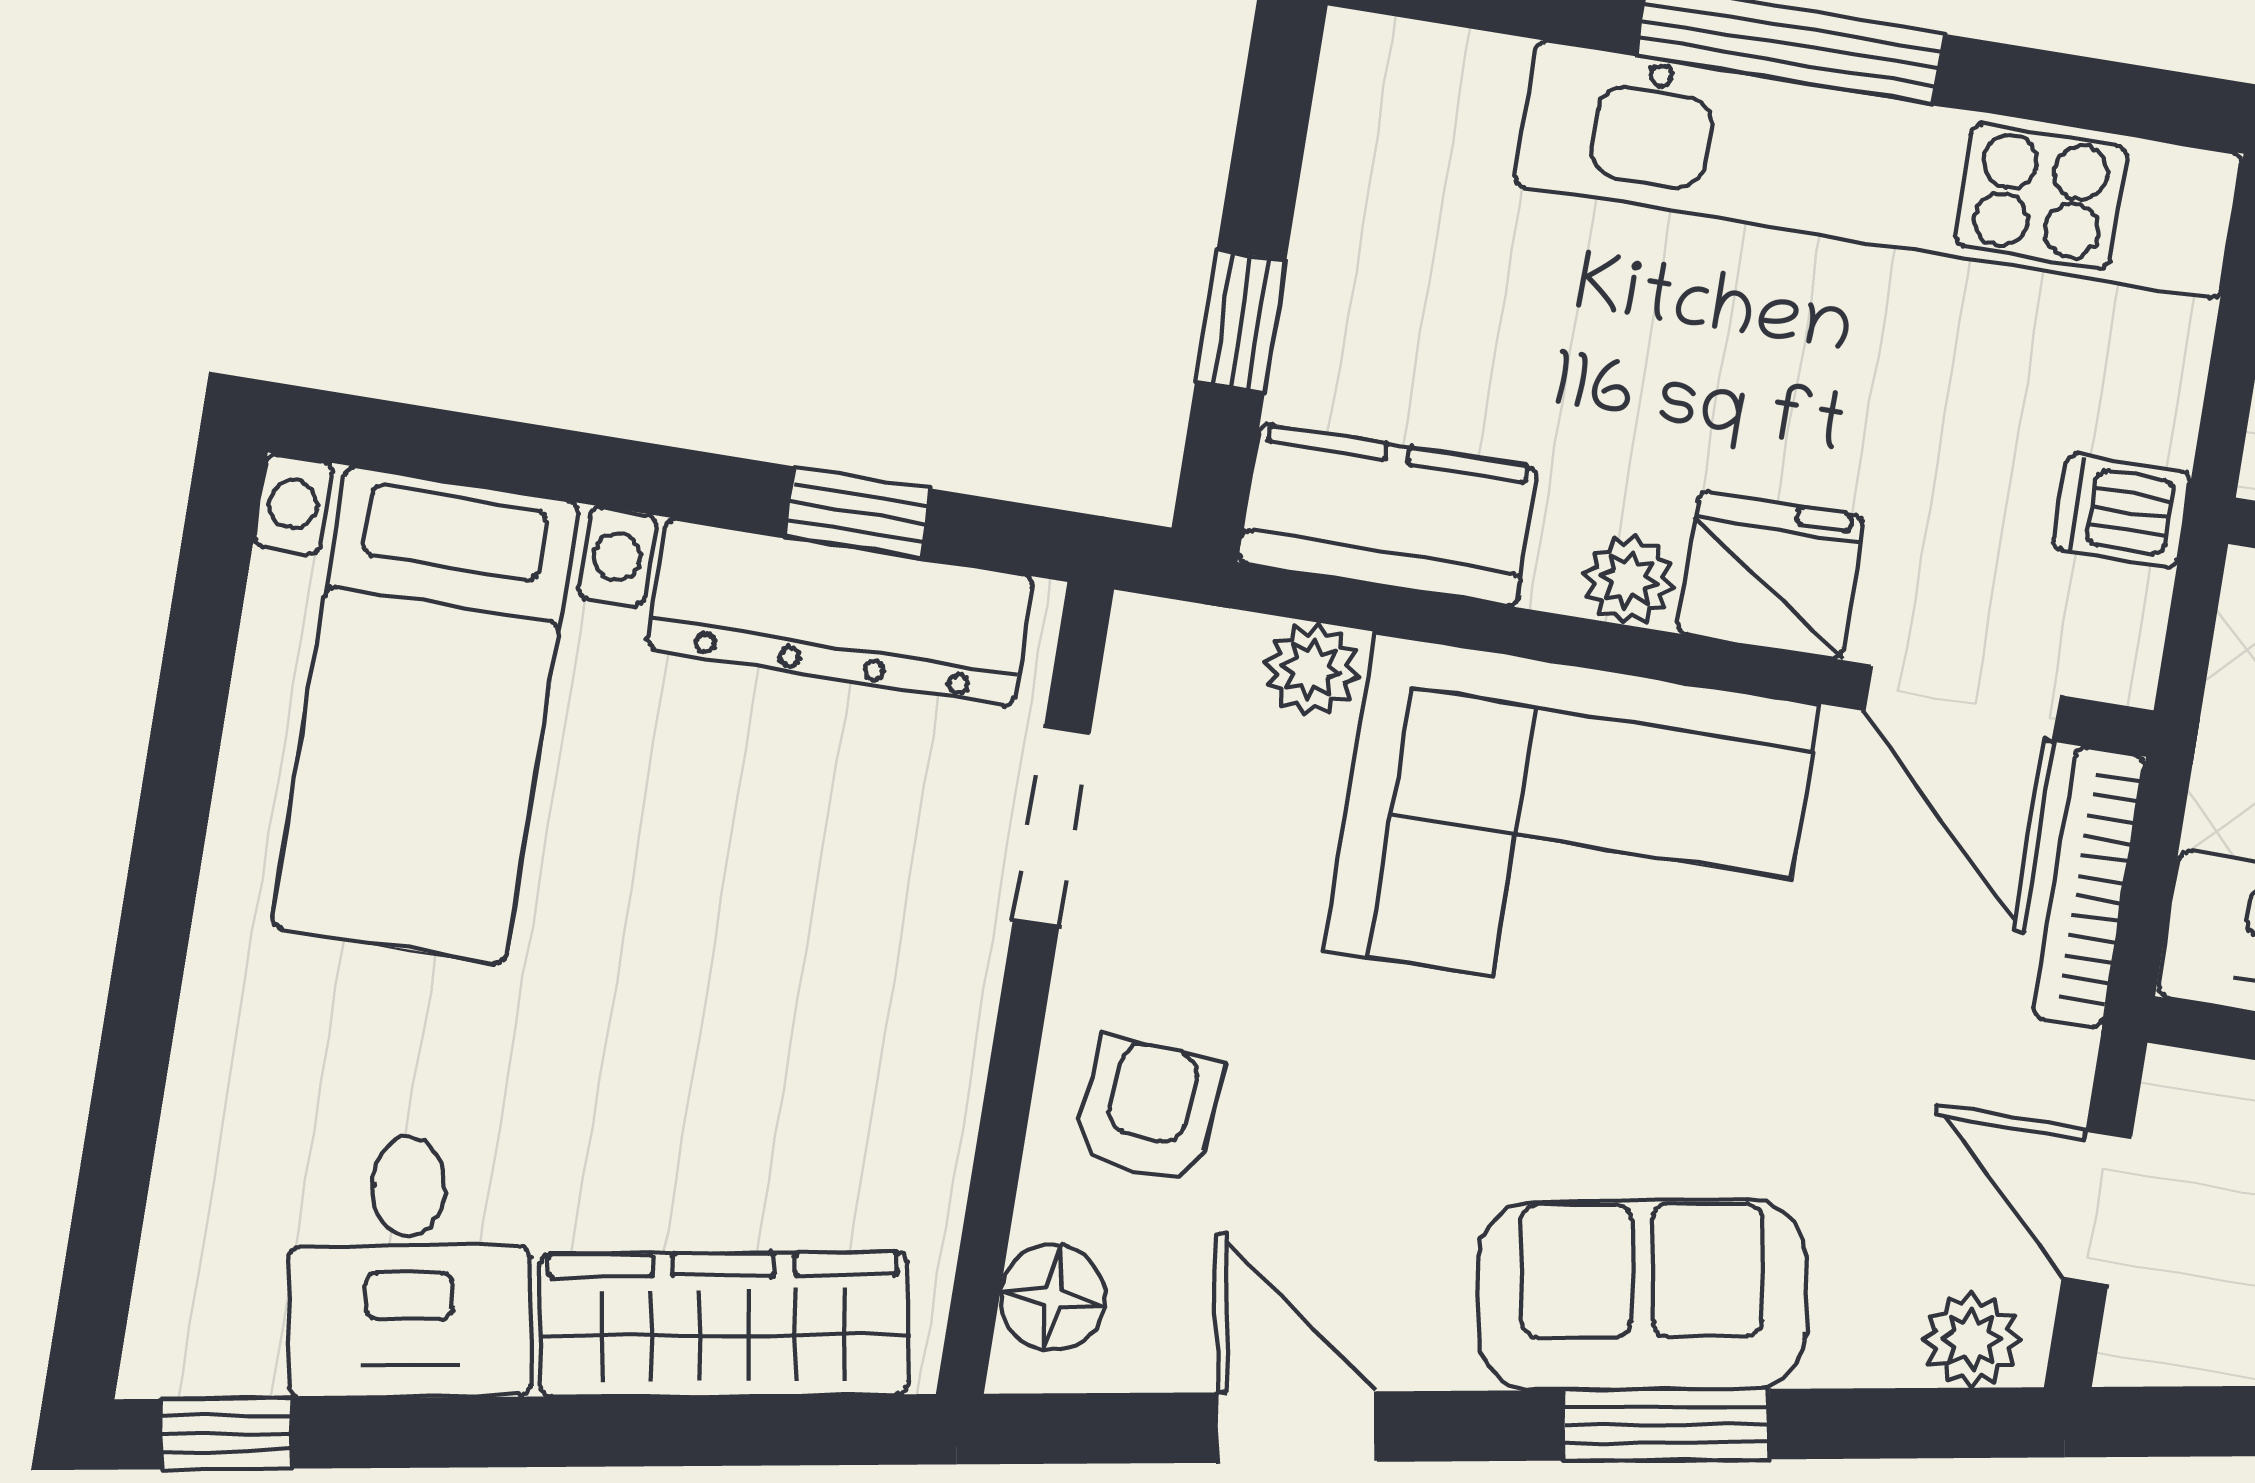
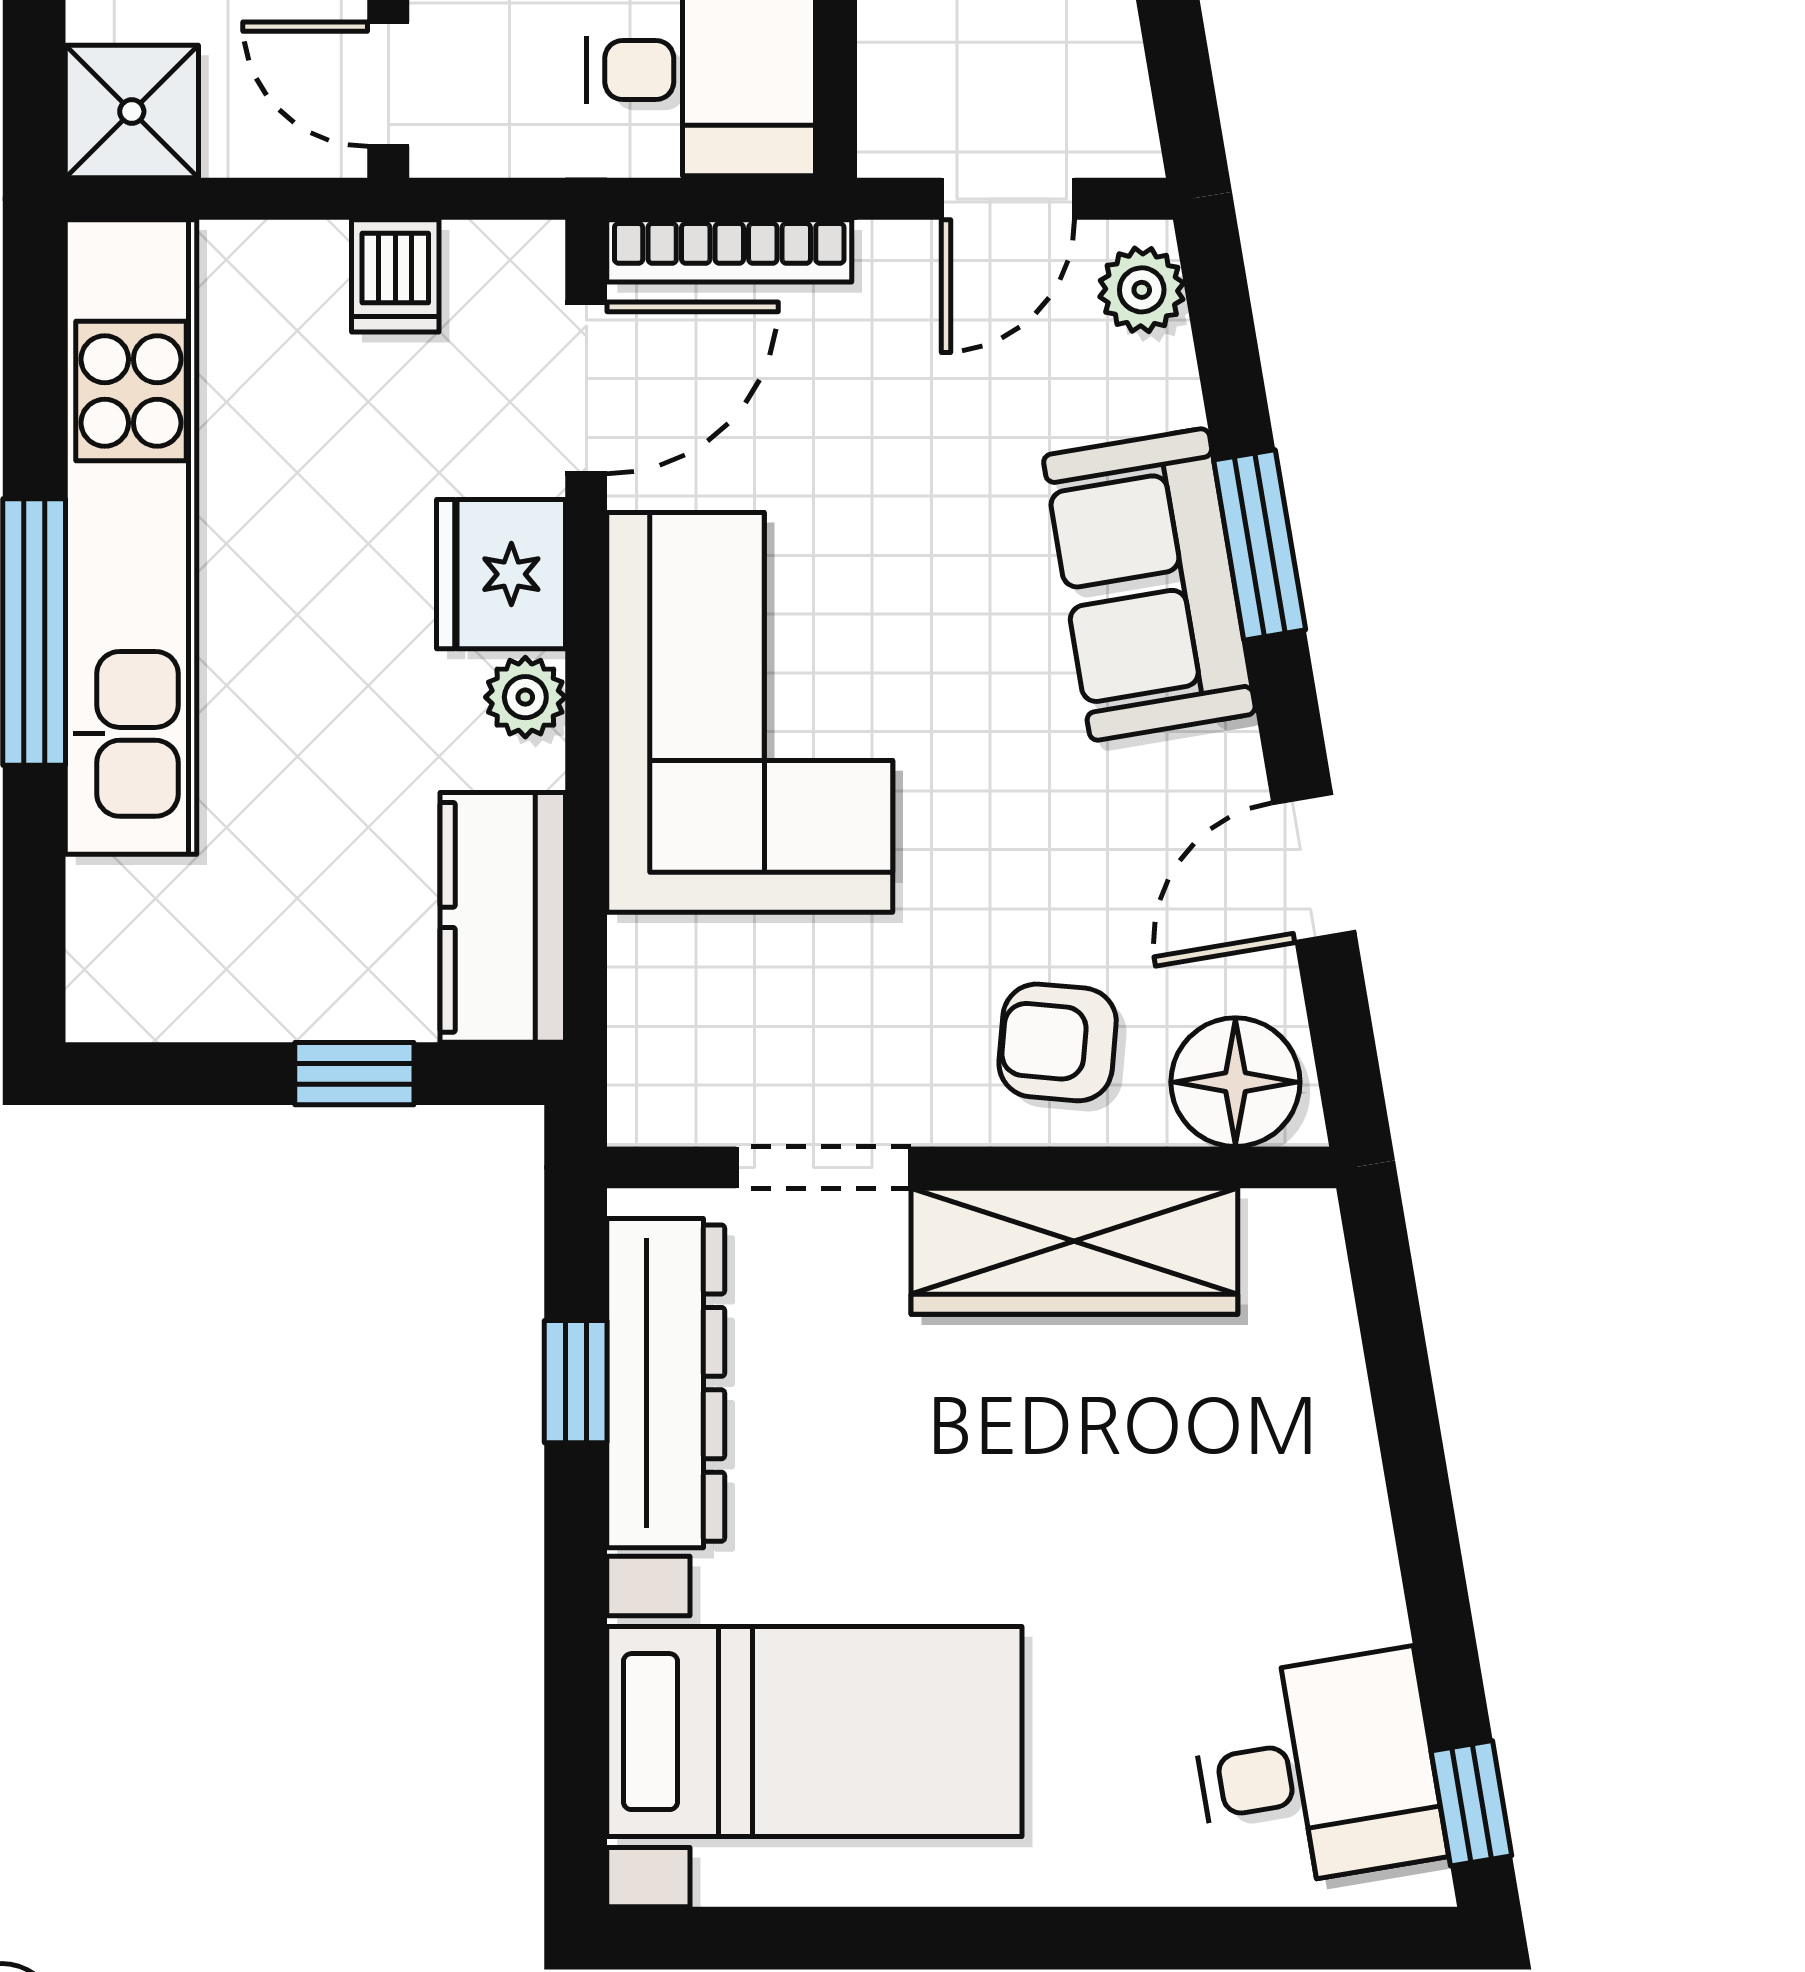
plant: (1311, 669) -> (649, 962), removed
desk: (409, 1267) -> (1317, 1770), moved
floor lamp: (1053, 1298) -> (1235, 1082), width x1.38, depth x1.38
wardrobe: (724, 1324) -> (1074, 1251), moved, turned -80

